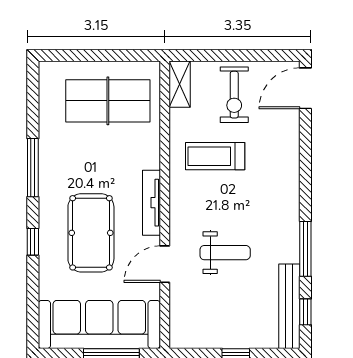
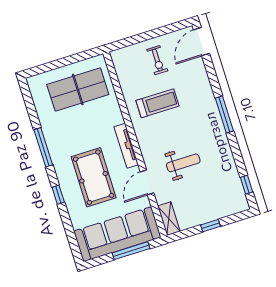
shelving: (180, 84) -> (169, 219), moved
exercise bike: (234, 95) -> (157, 60), width x0.73, depth x0.72
treadmill: (215, 156) -> (157, 103), turned 180
window: (305, 249) -> (224, 114), moved
bench: (289, 306) -> (235, 184), removed

